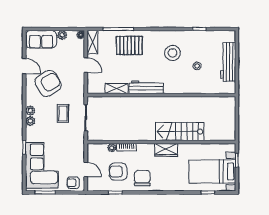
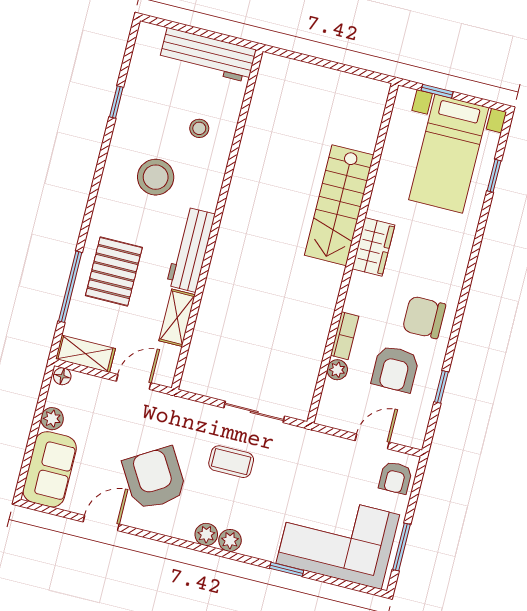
workbench: (146, 87) -> (191, 250), moved
shelving: (117, 89) -> (177, 318), moved
wall: (161, 95) -> (217, 220), moved

